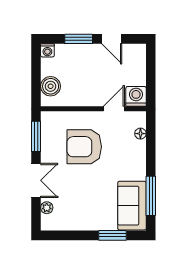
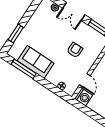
armchair: (84, 147) -> (75, 50), width x0.53, depth x0.53
sofa: (132, 206) -> (36, 62), moved

